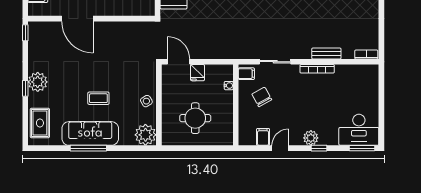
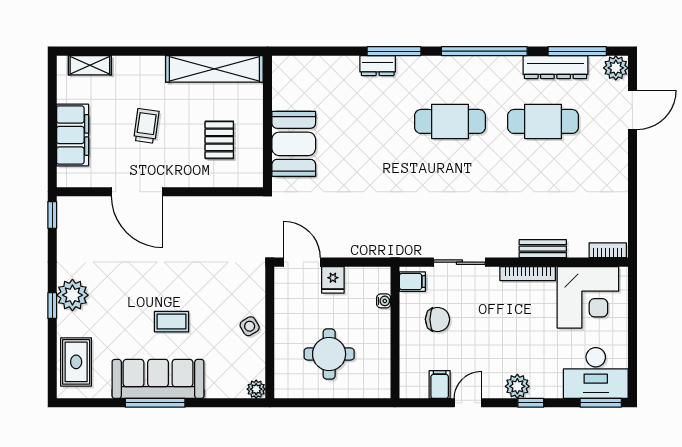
corner desk: (354, 83) -> (588, 297), added
chair: (262, 97) -> (438, 319), turned 119
plant: (145, 135) -> (256, 389), width x0.53, depth x0.53

